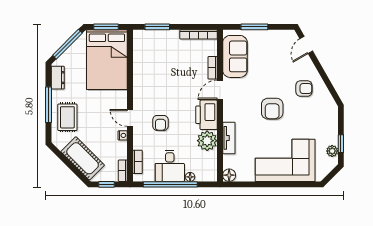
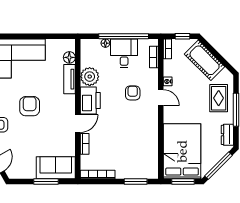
sofa: (235, 56) -> (56, 168), moved, turned 90
floor lamp: (229, 175) -> (69, 57), moved

